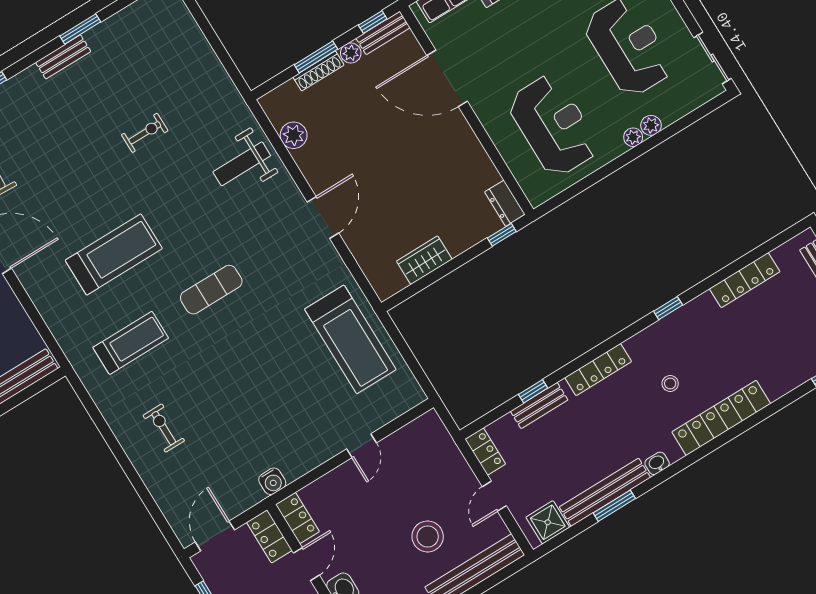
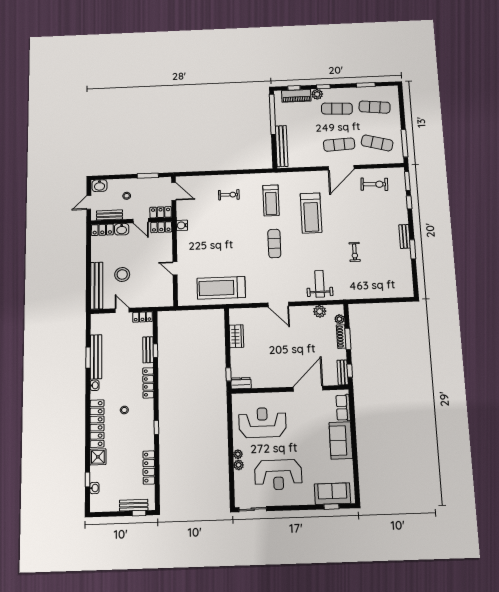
plant: (351, 53) -> (339, 319), moved
reception desk: (553, 126) -> (262, 423), turned 180
shower: (548, 522) -> (98, 457), moved

